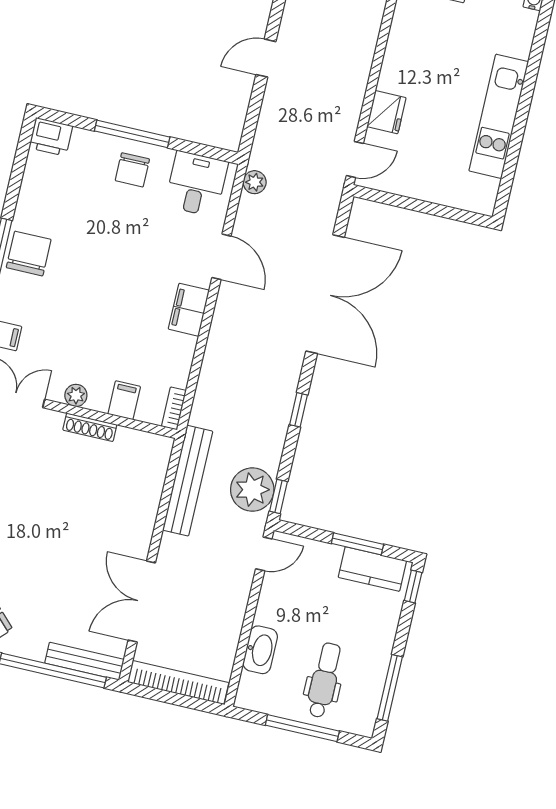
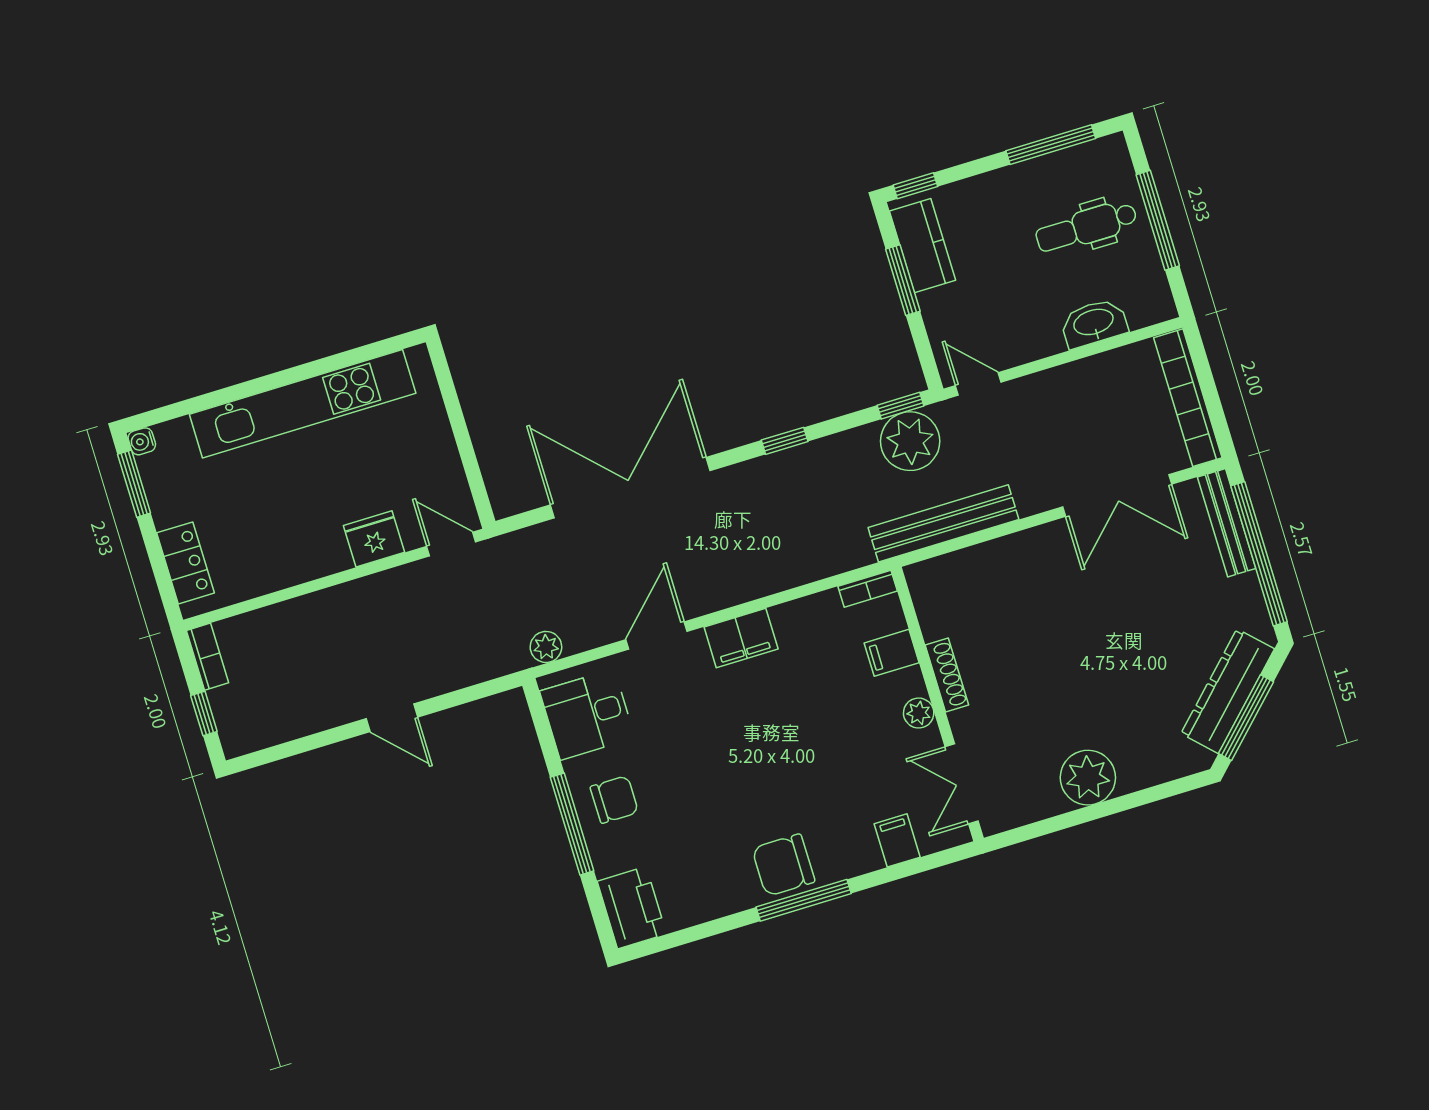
kitchen unit: (499, 116) -> (303, 404), width x1.36
printer: (51, 137) -> (632, 908), width x1.37, depth x1.19

